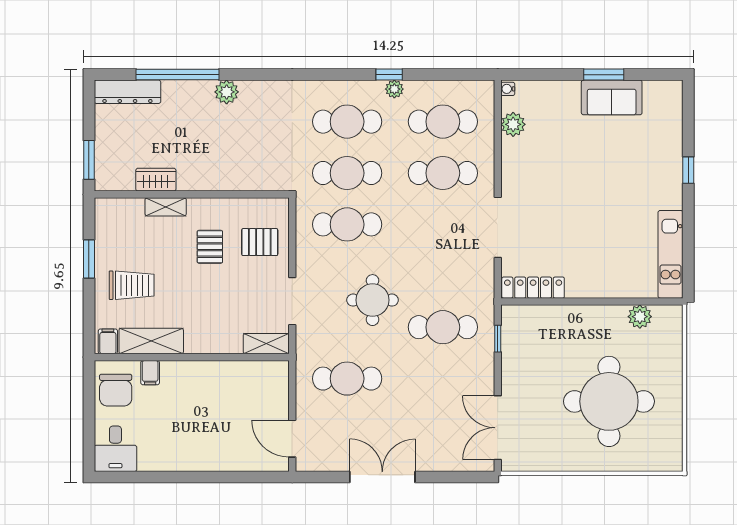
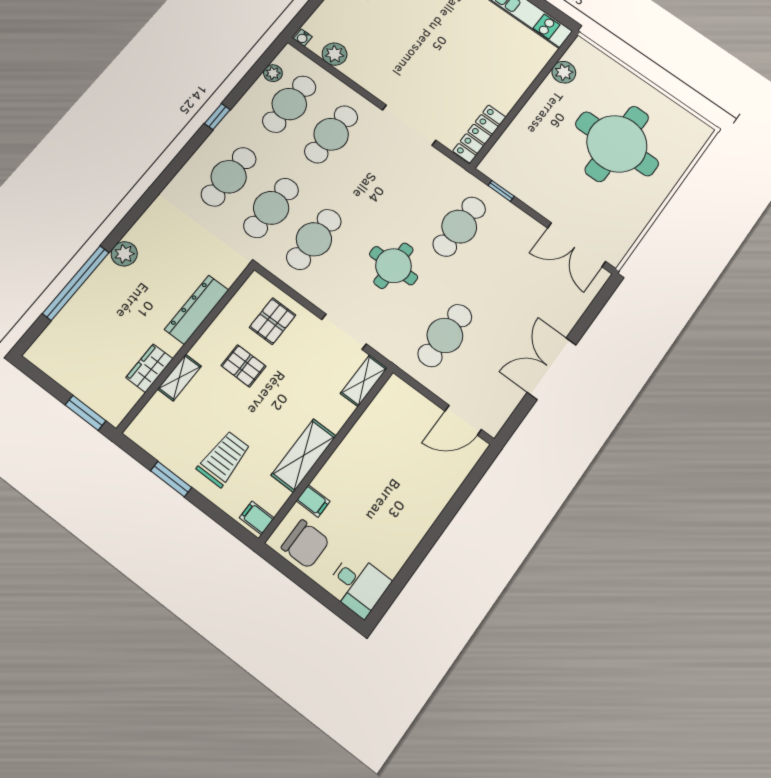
plant: (394, 89) -> (273, 73), moved
dresser: (127, 92) -> (197, 310), moved, turned 180
shelving: (151, 341) -> (304, 455), moved

